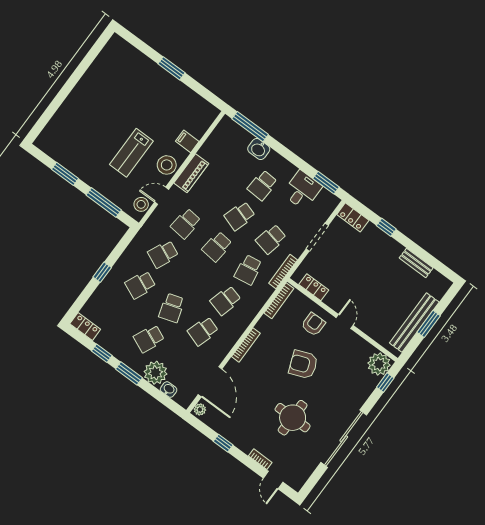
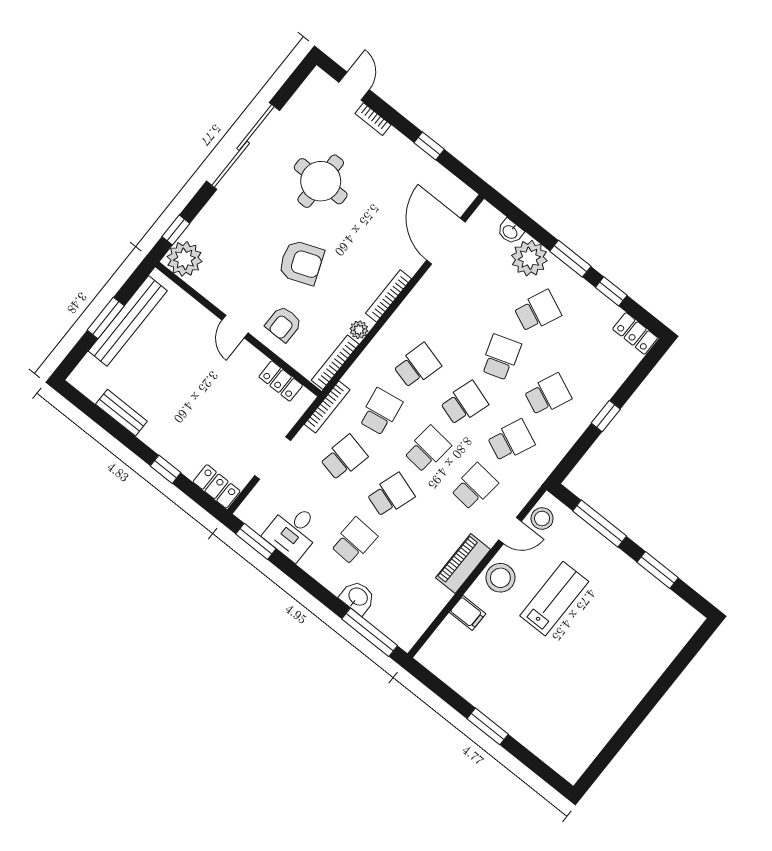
school desk: (203, 331) -> (464, 403), moved
plant: (200, 409) -> (359, 330), moved

